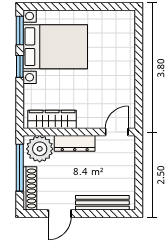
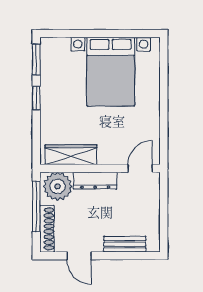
bed with nightstands: (55, 47) -> (111, 72), moved, turned 90
bench: (102, 203) -> (125, 244), width x0.73
door: (60, 214) -> (79, 256), hinge flipped

